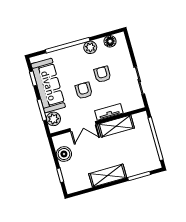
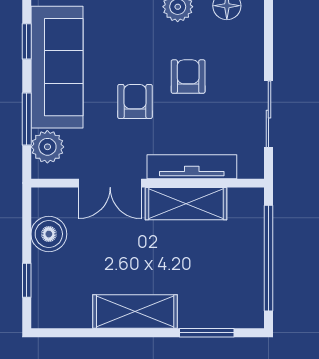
tv unit: (109, 112) -> (192, 167), width x1.41

